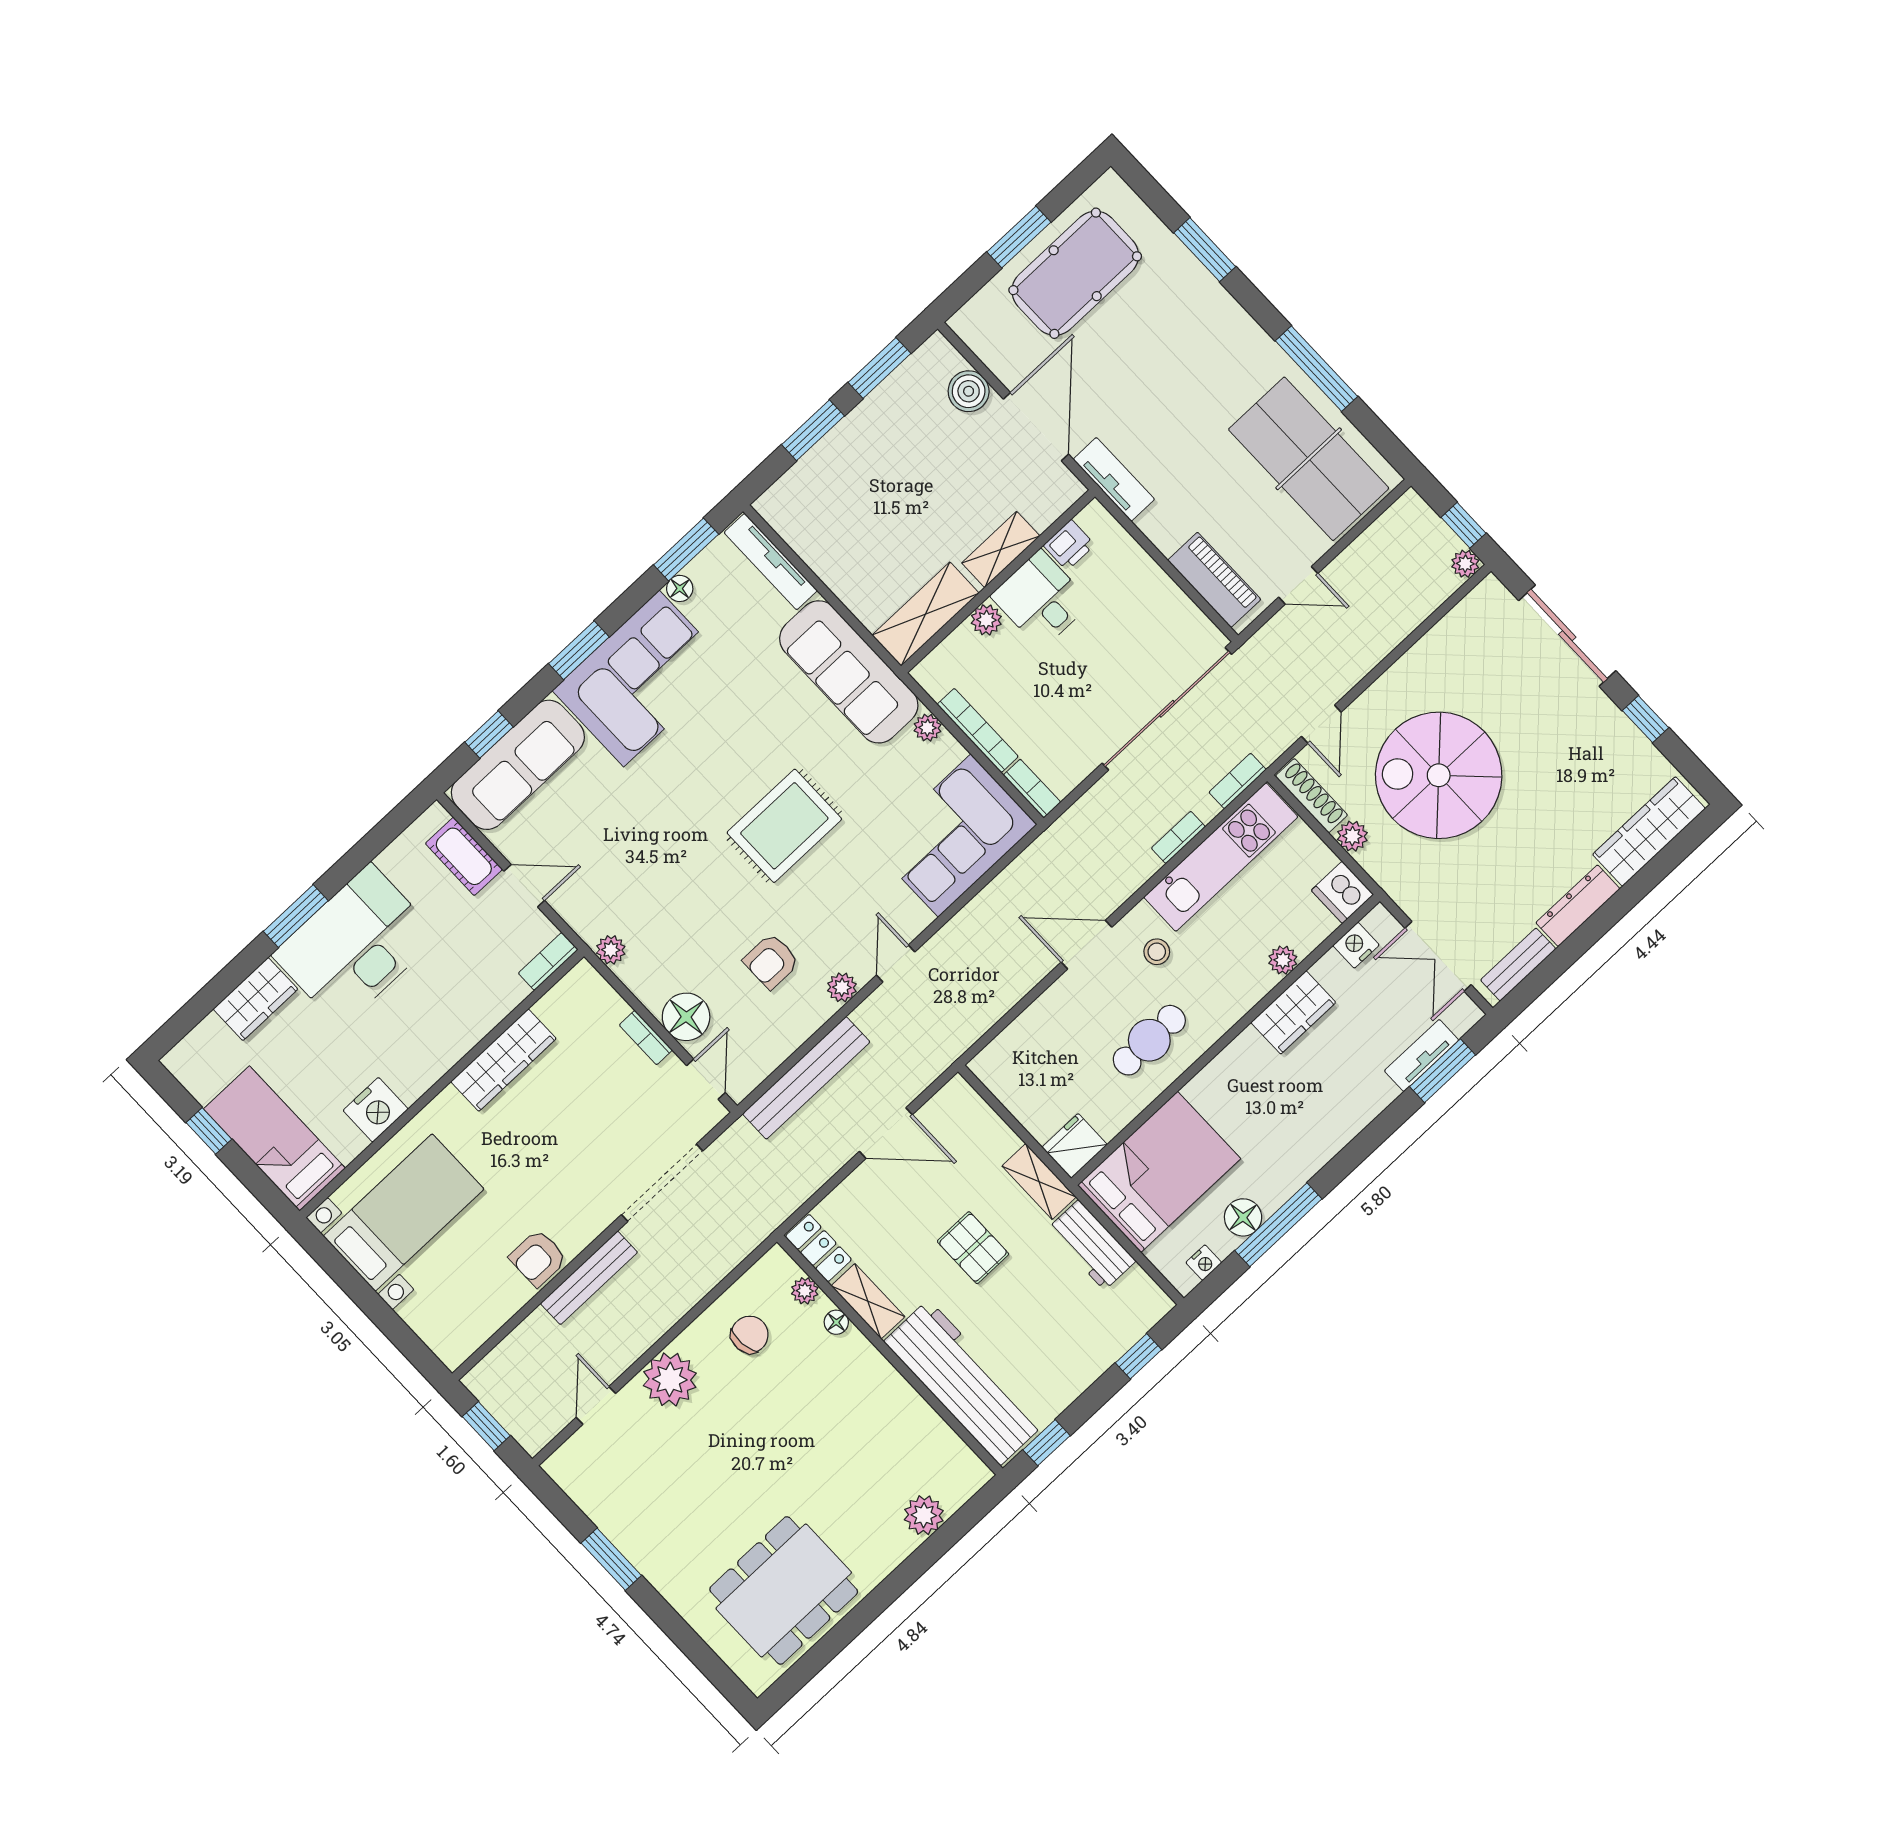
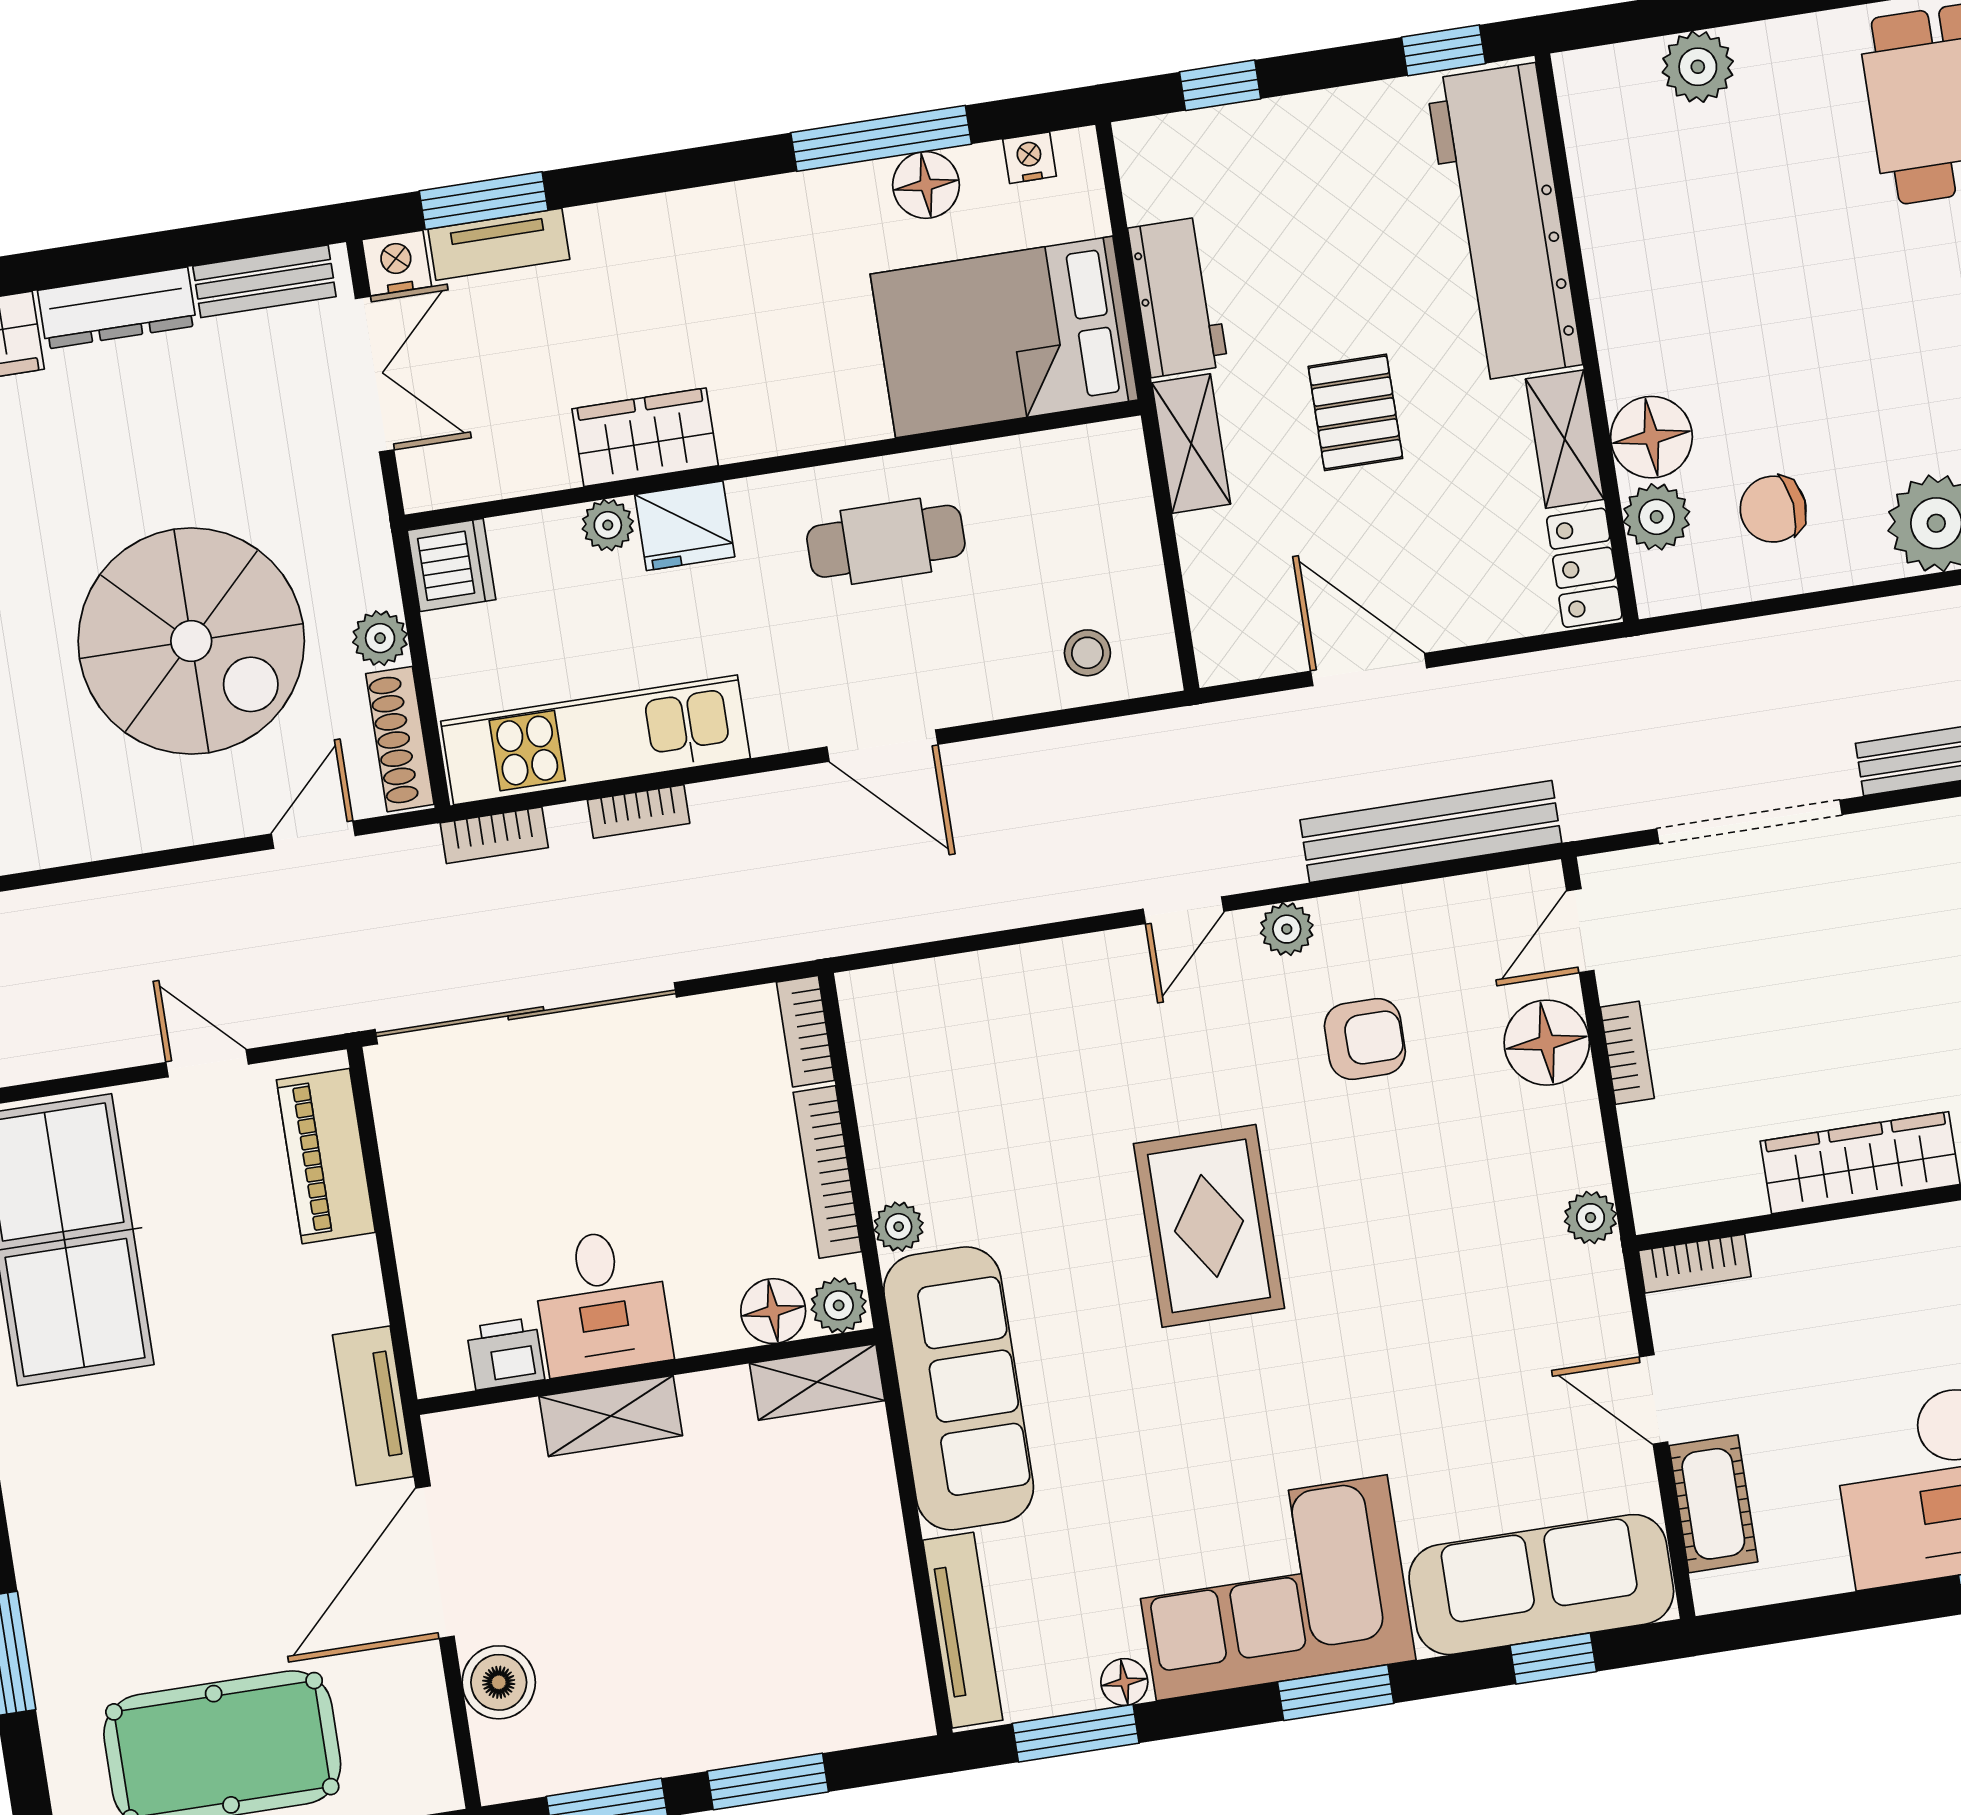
shelving: (926, 614) -> (817, 1382), width x0.67, depth x0.75
plant: (986, 620) -> (839, 1305), moved
floor lamp: (959, 649) -> (773, 1311), added
rug: (784, 826) -> (1209, 1226), turned 90
corner sofa: (955, 836) -> (967, 1040), removed
nightstand: (1356, 945) -> (397, 263), moved, turned 180
stool: (1157, 952) -> (1087, 653), moved
fridge: (1075, 1146) -> (685, 526), moved
plant: (805, 1291) -> (1657, 517), width x1.38, depth x1.38
floor lamp: (836, 1322) -> (1651, 437), width x1.89, depth x1.89

